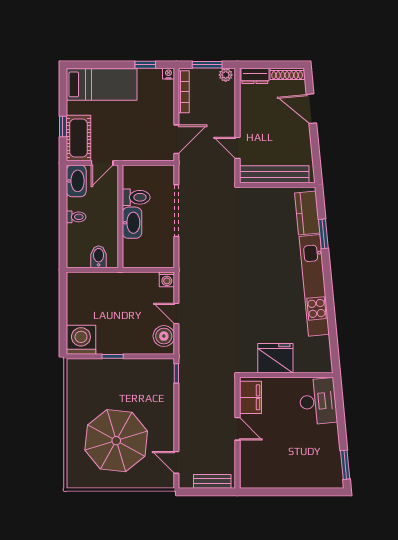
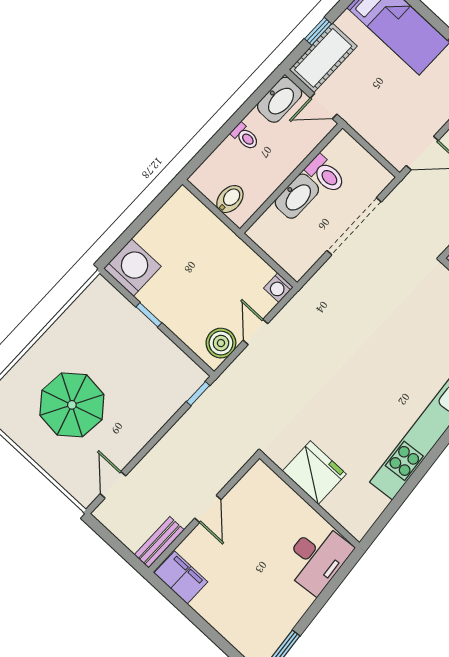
filing cabinet: (250, 397) -> (181, 577), moved, turned -90
parasol: (116, 441) -> (72, 405), width x0.73, depth x0.73
bench: (212, 481) -> (159, 542), moved, turned 90

